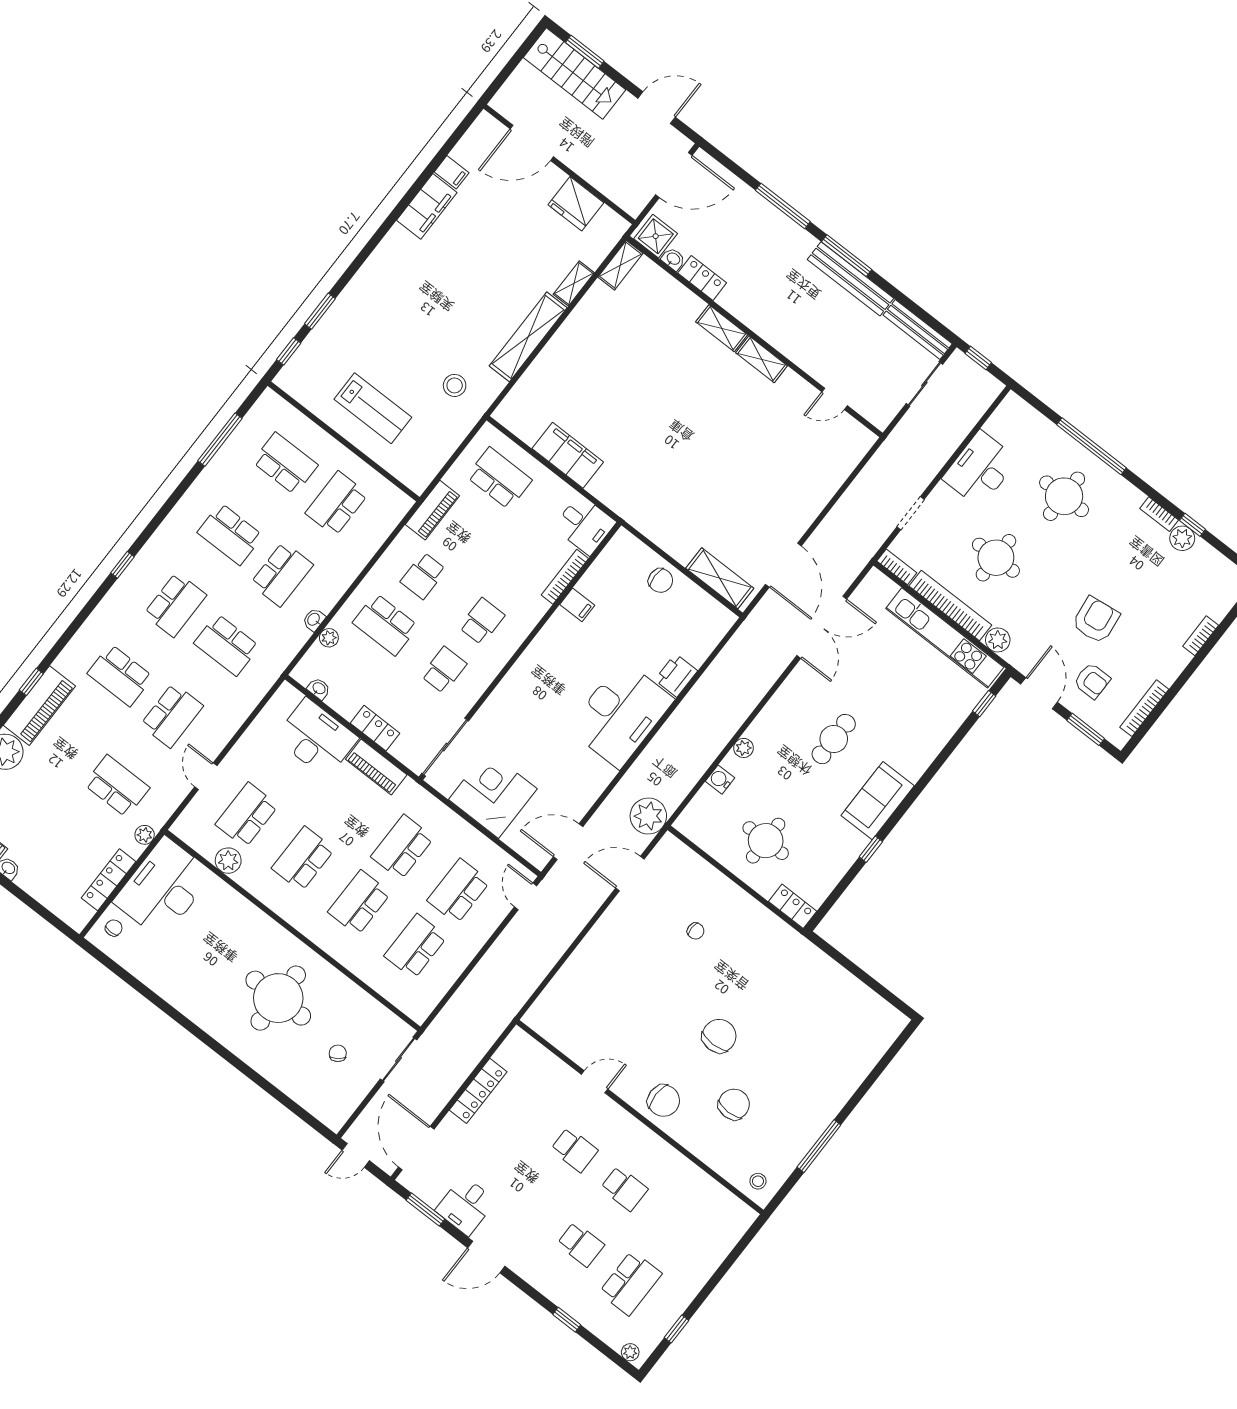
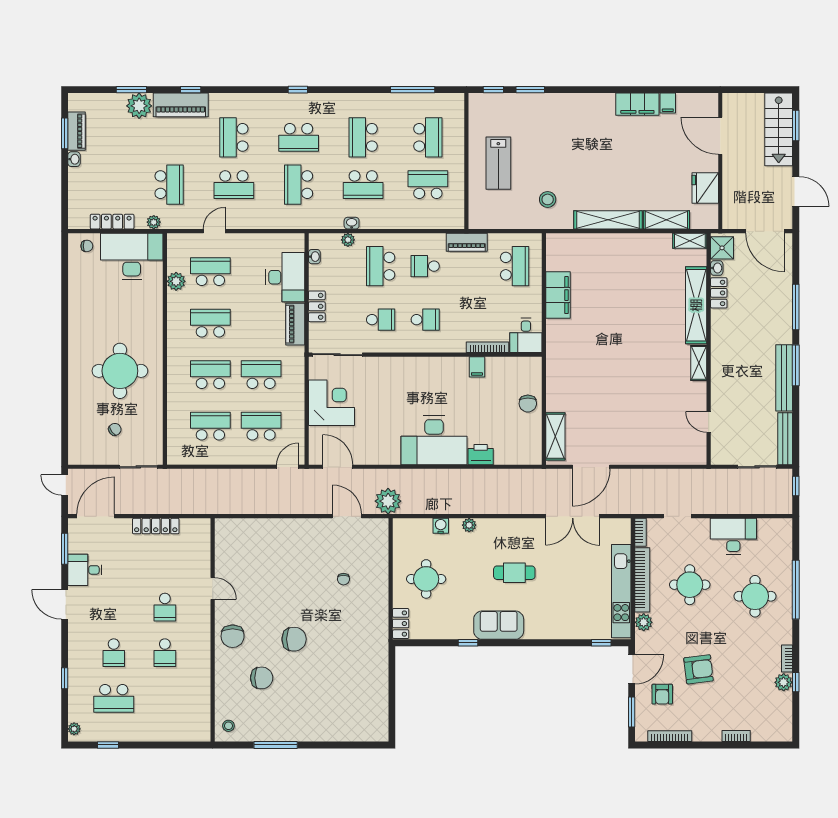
shelving: (574, 284) -> (666, 220), width x1.50, depth x1.33
shelving: (722, 328) -> (696, 305), width x2.20, depth x1.33

